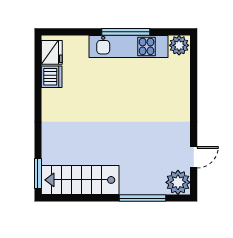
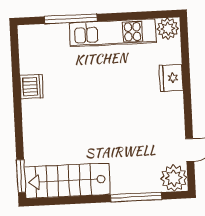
window: (126, 32) -> (71, 19), moved
fridge: (52, 52) -> (171, 78), moved, turned 180
dishwasher: (52, 77) -> (31, 87), moved

